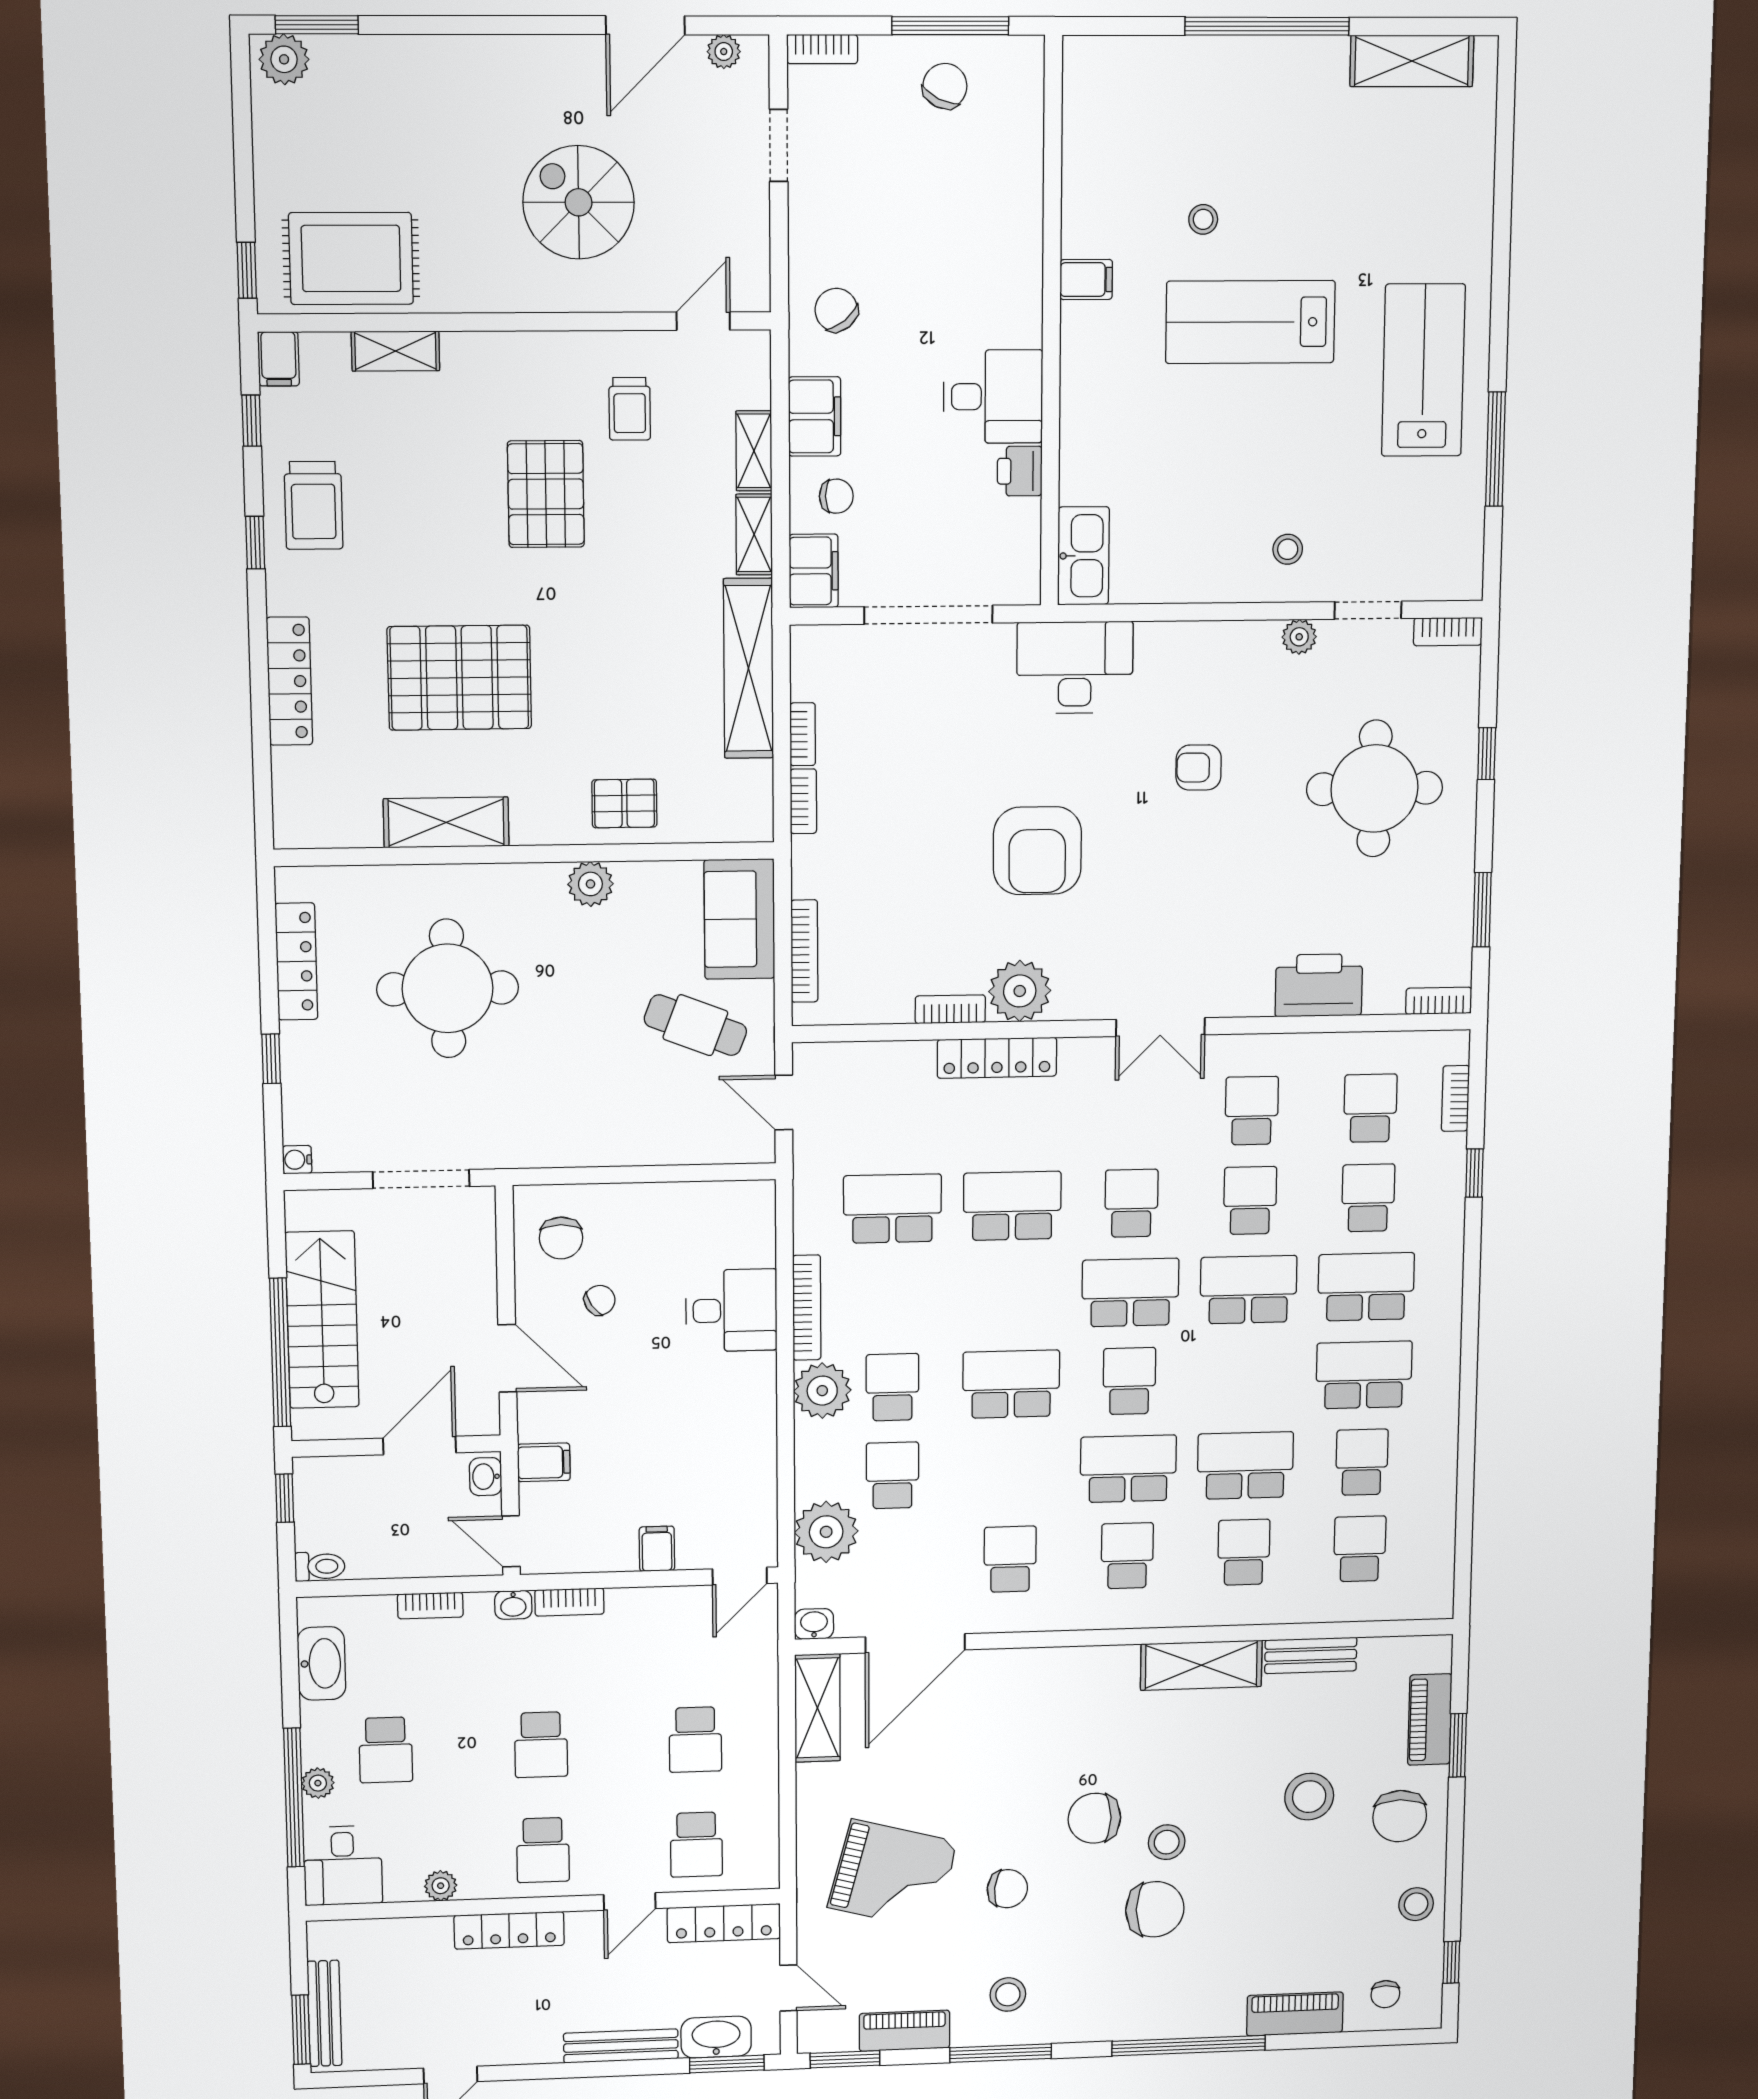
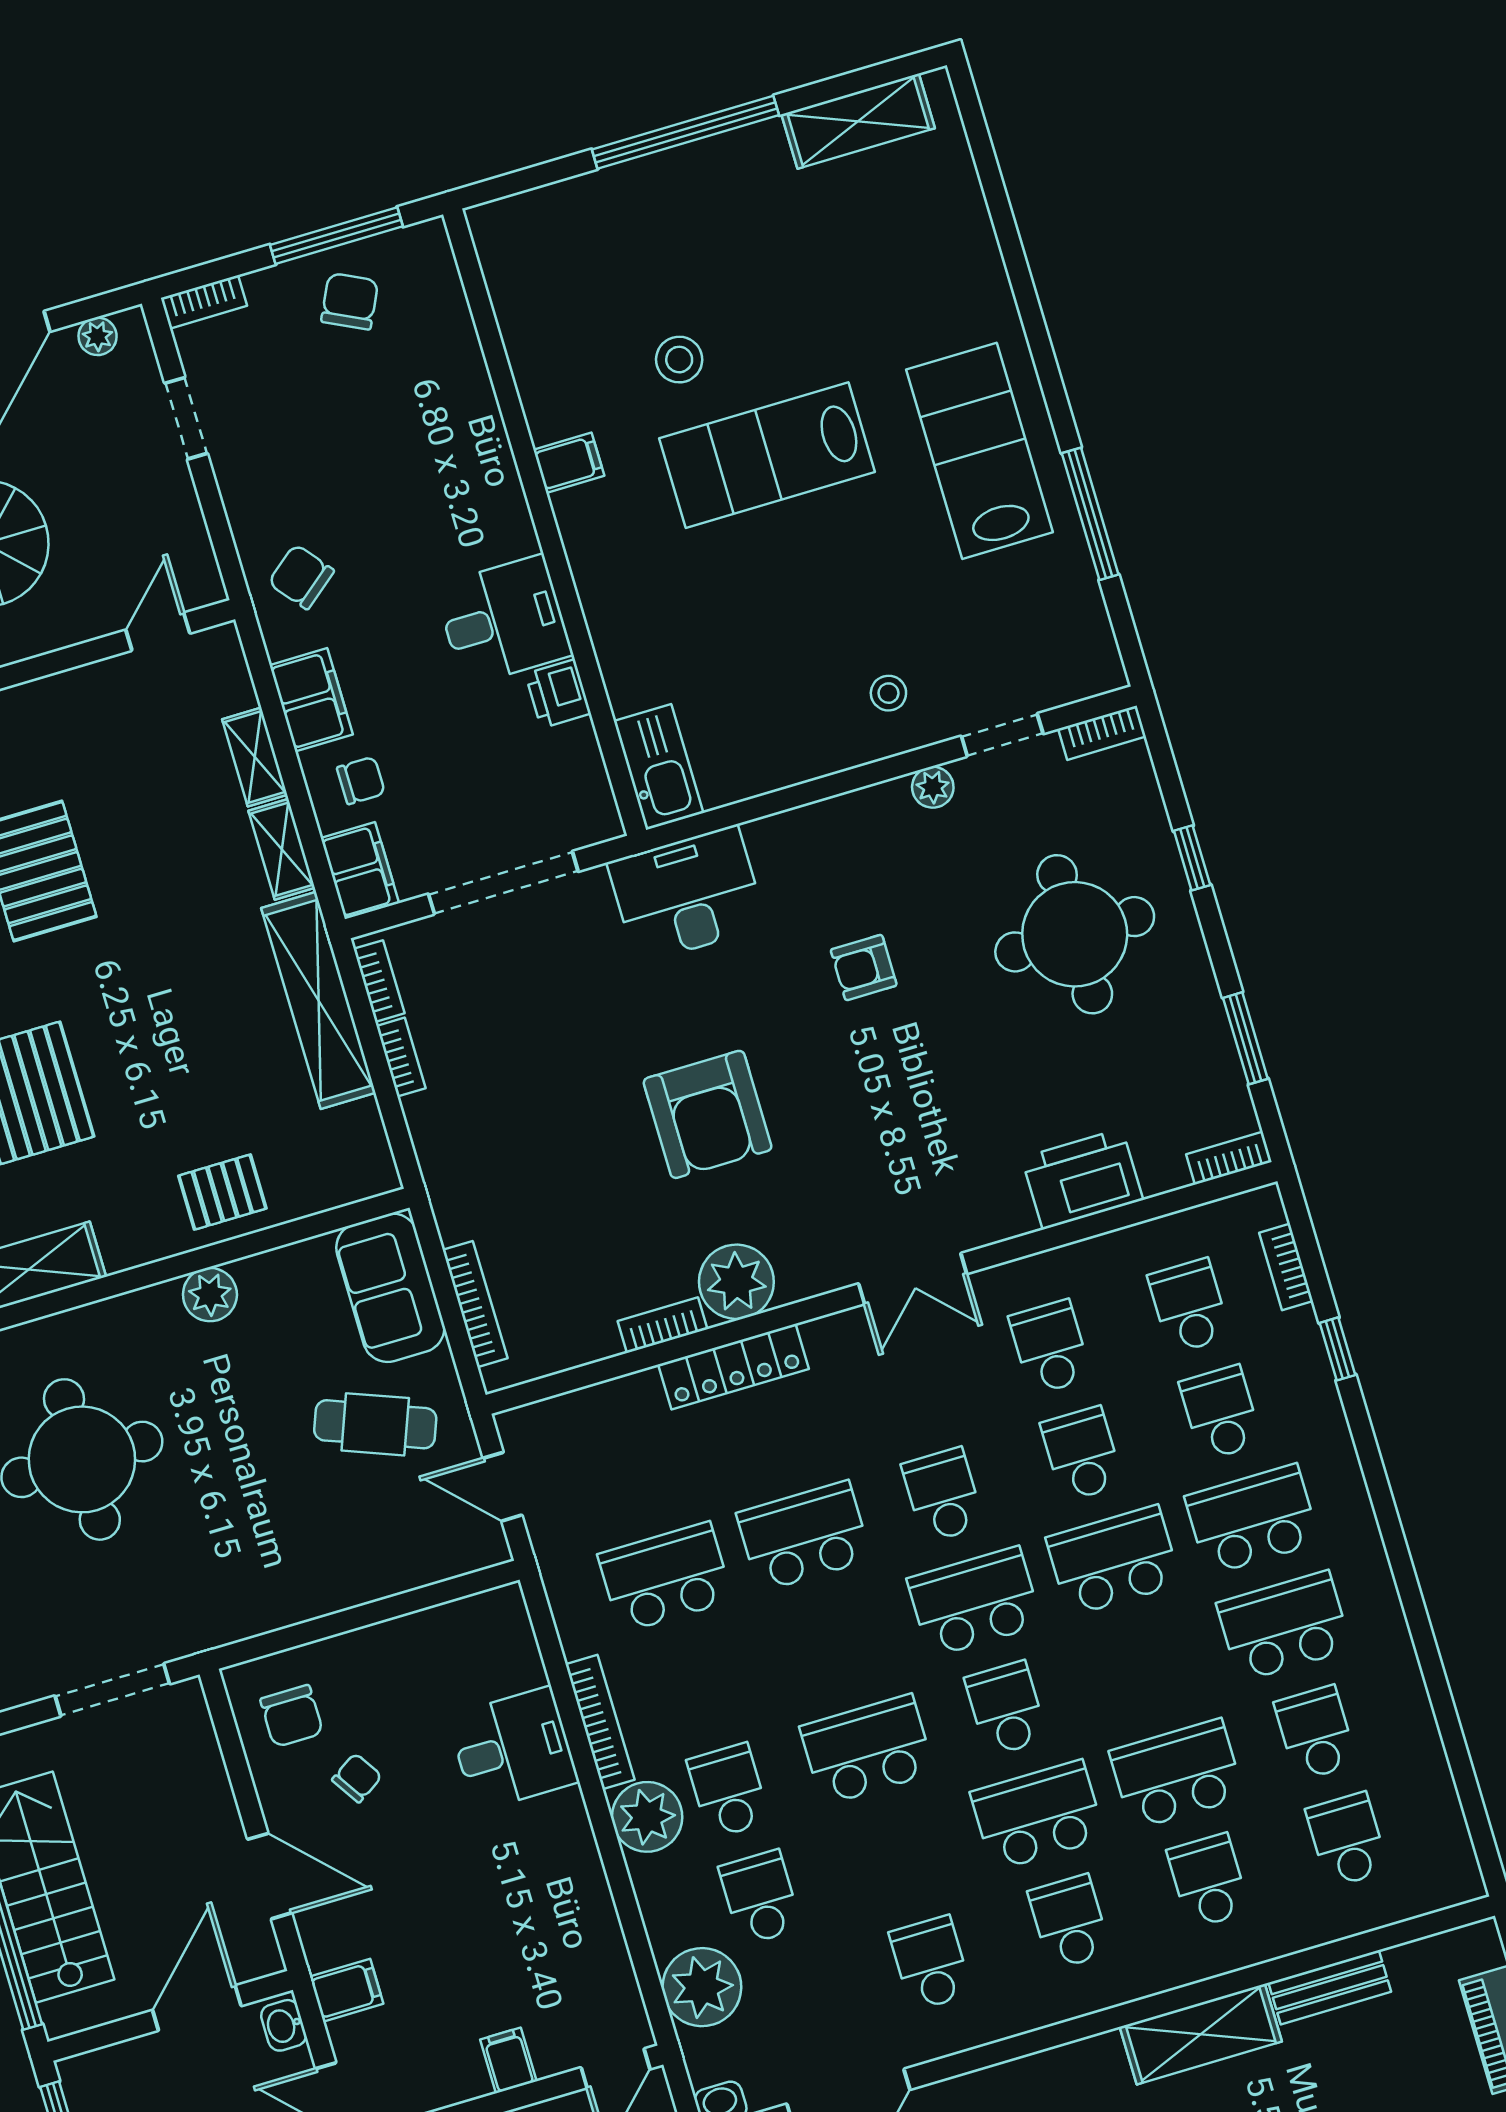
stool: (1203, 219) -> (679, 360), width x1.37, depth x1.37
trolley: (630, 409) -> (104, 751), removed
bookcase: (803, 801) -> (379, 981), moved

